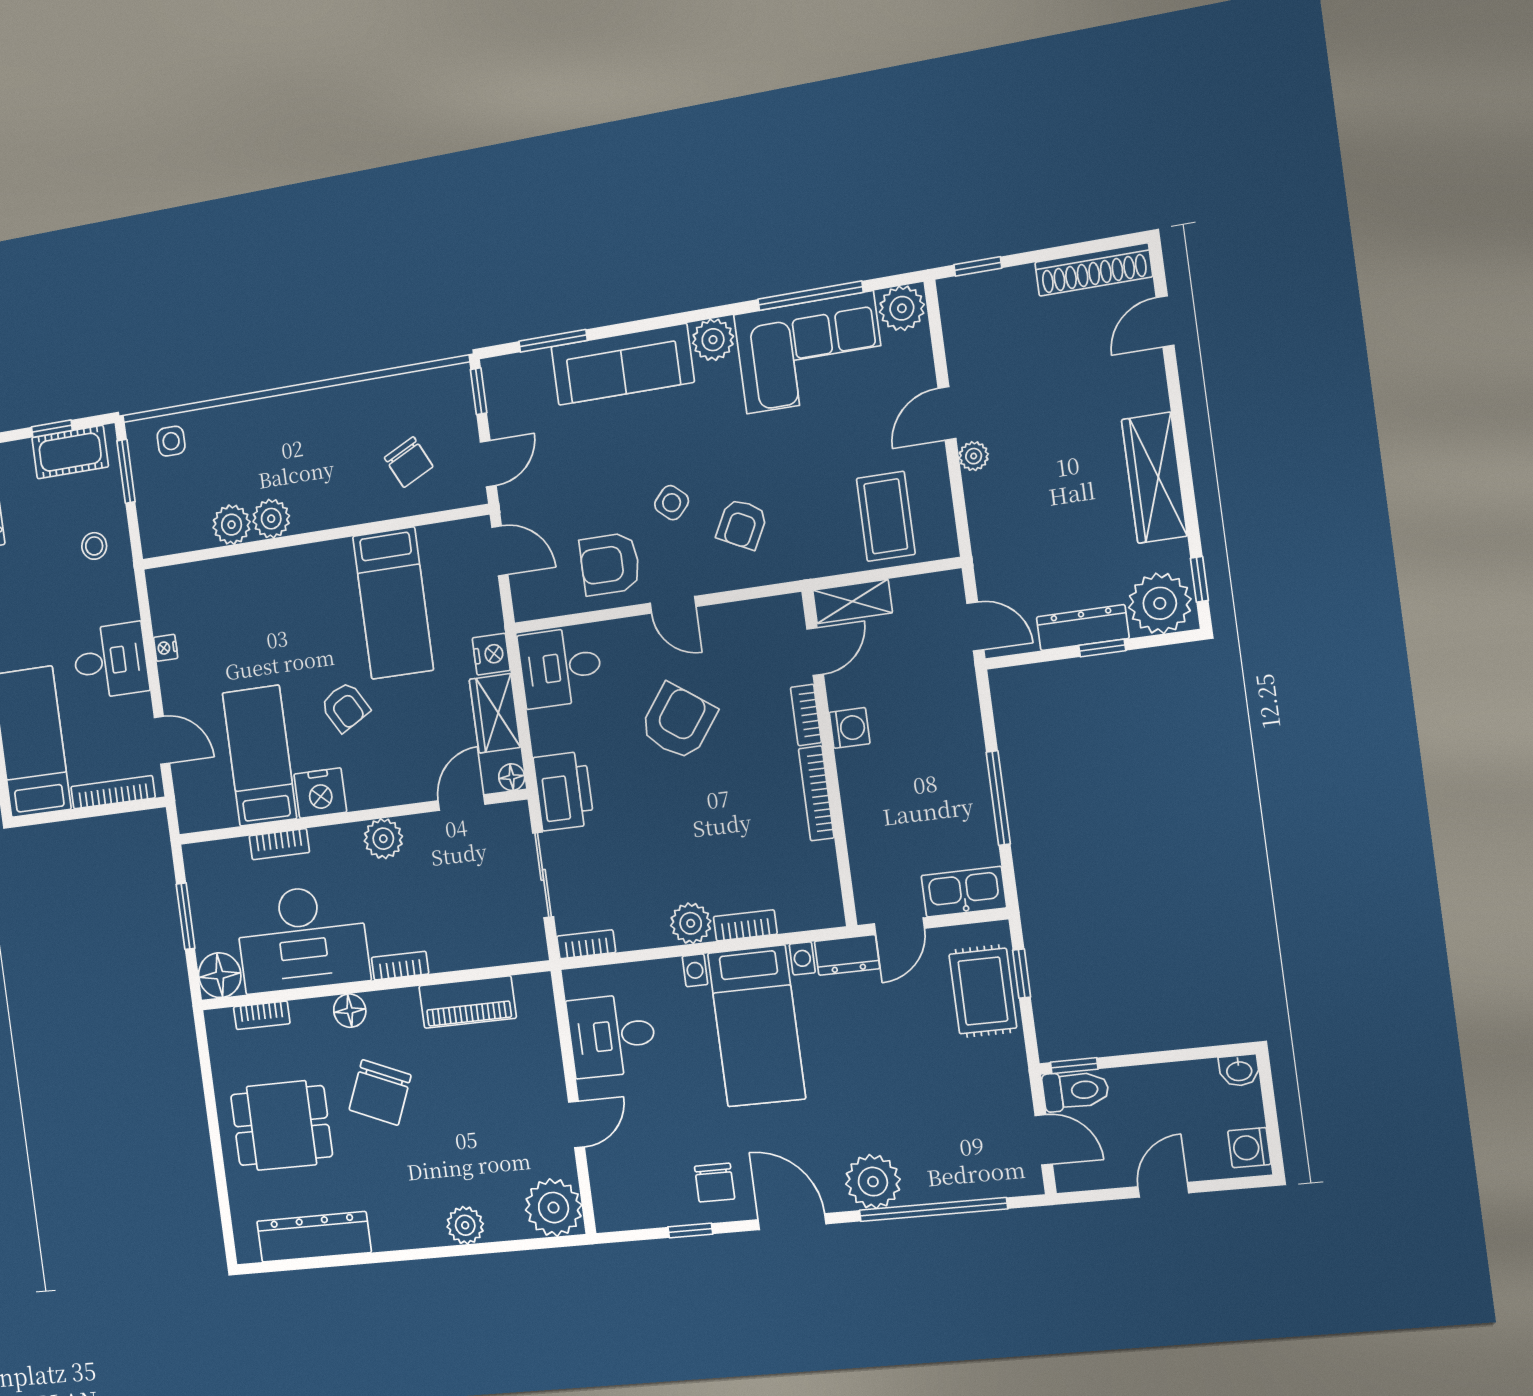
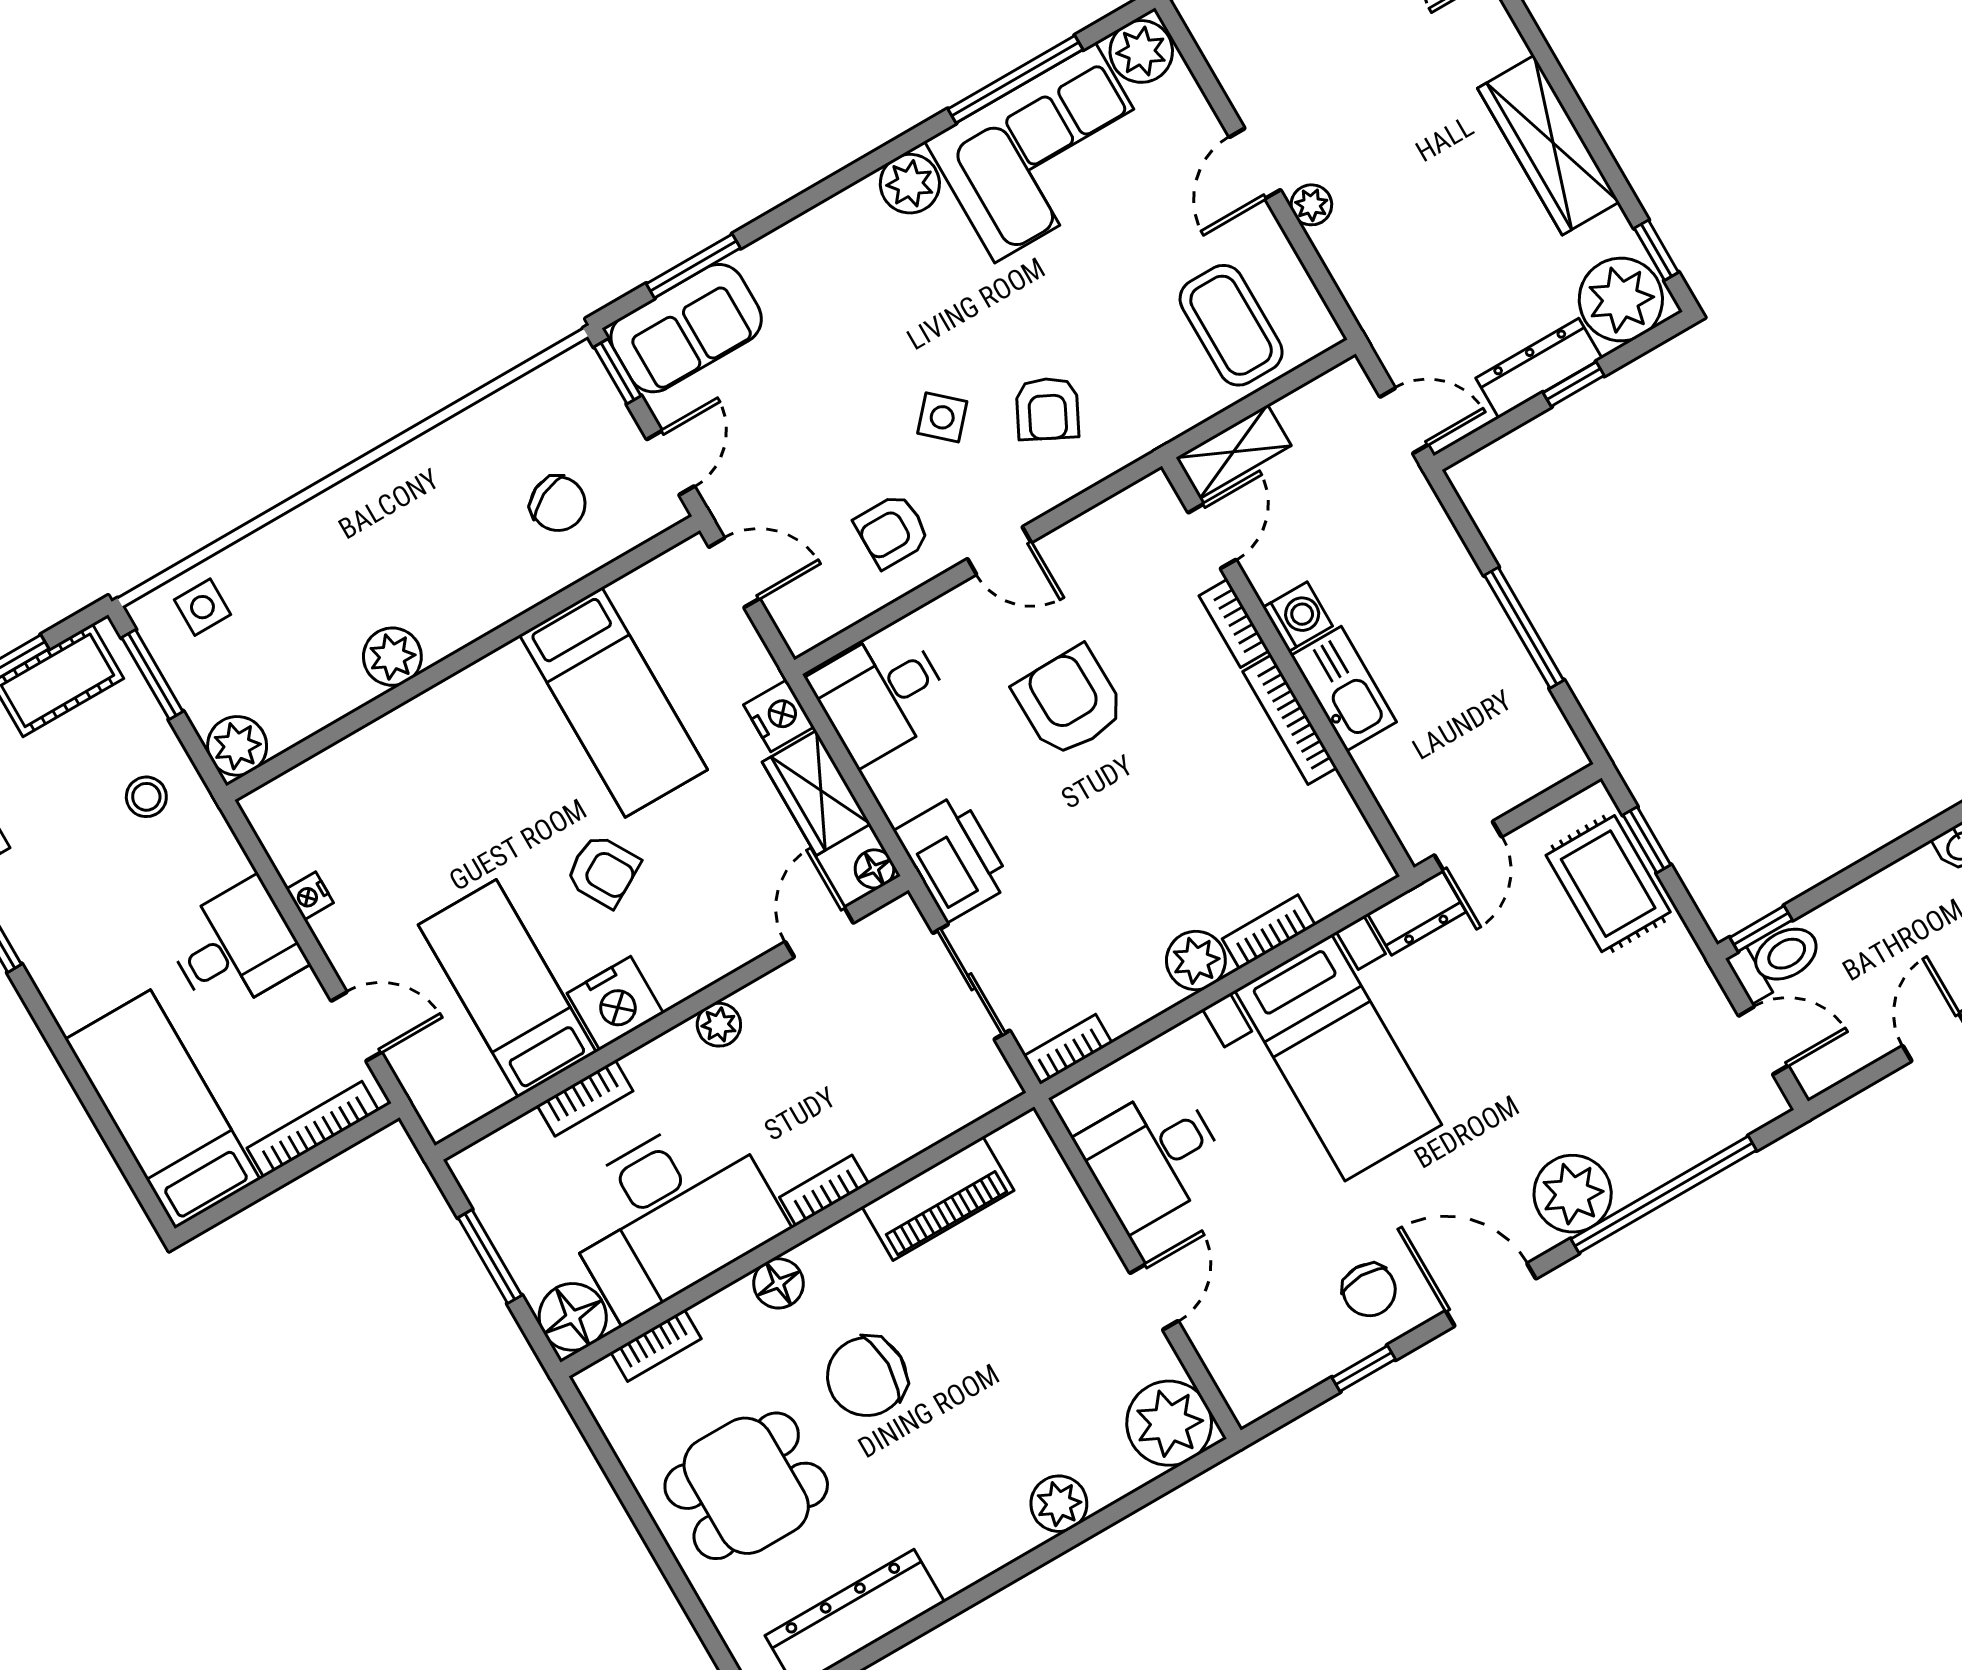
sofa: (622, 364) -> (686, 328), moved, width x0.73
plant: (232, 525) -> (237, 746), moved
armchair: (610, 564) -> (892, 531), width x0.72, depth x0.72
armchair: (678, 722) -> (1069, 702), turned -37
plant: (383, 839) -> (719, 1025), width x0.73, depth x0.73
kitchen sink: (964, 892) -> (1344, 689), moved, turned 90
chair: (380, 1092) -> (867, 1377), turned 67

